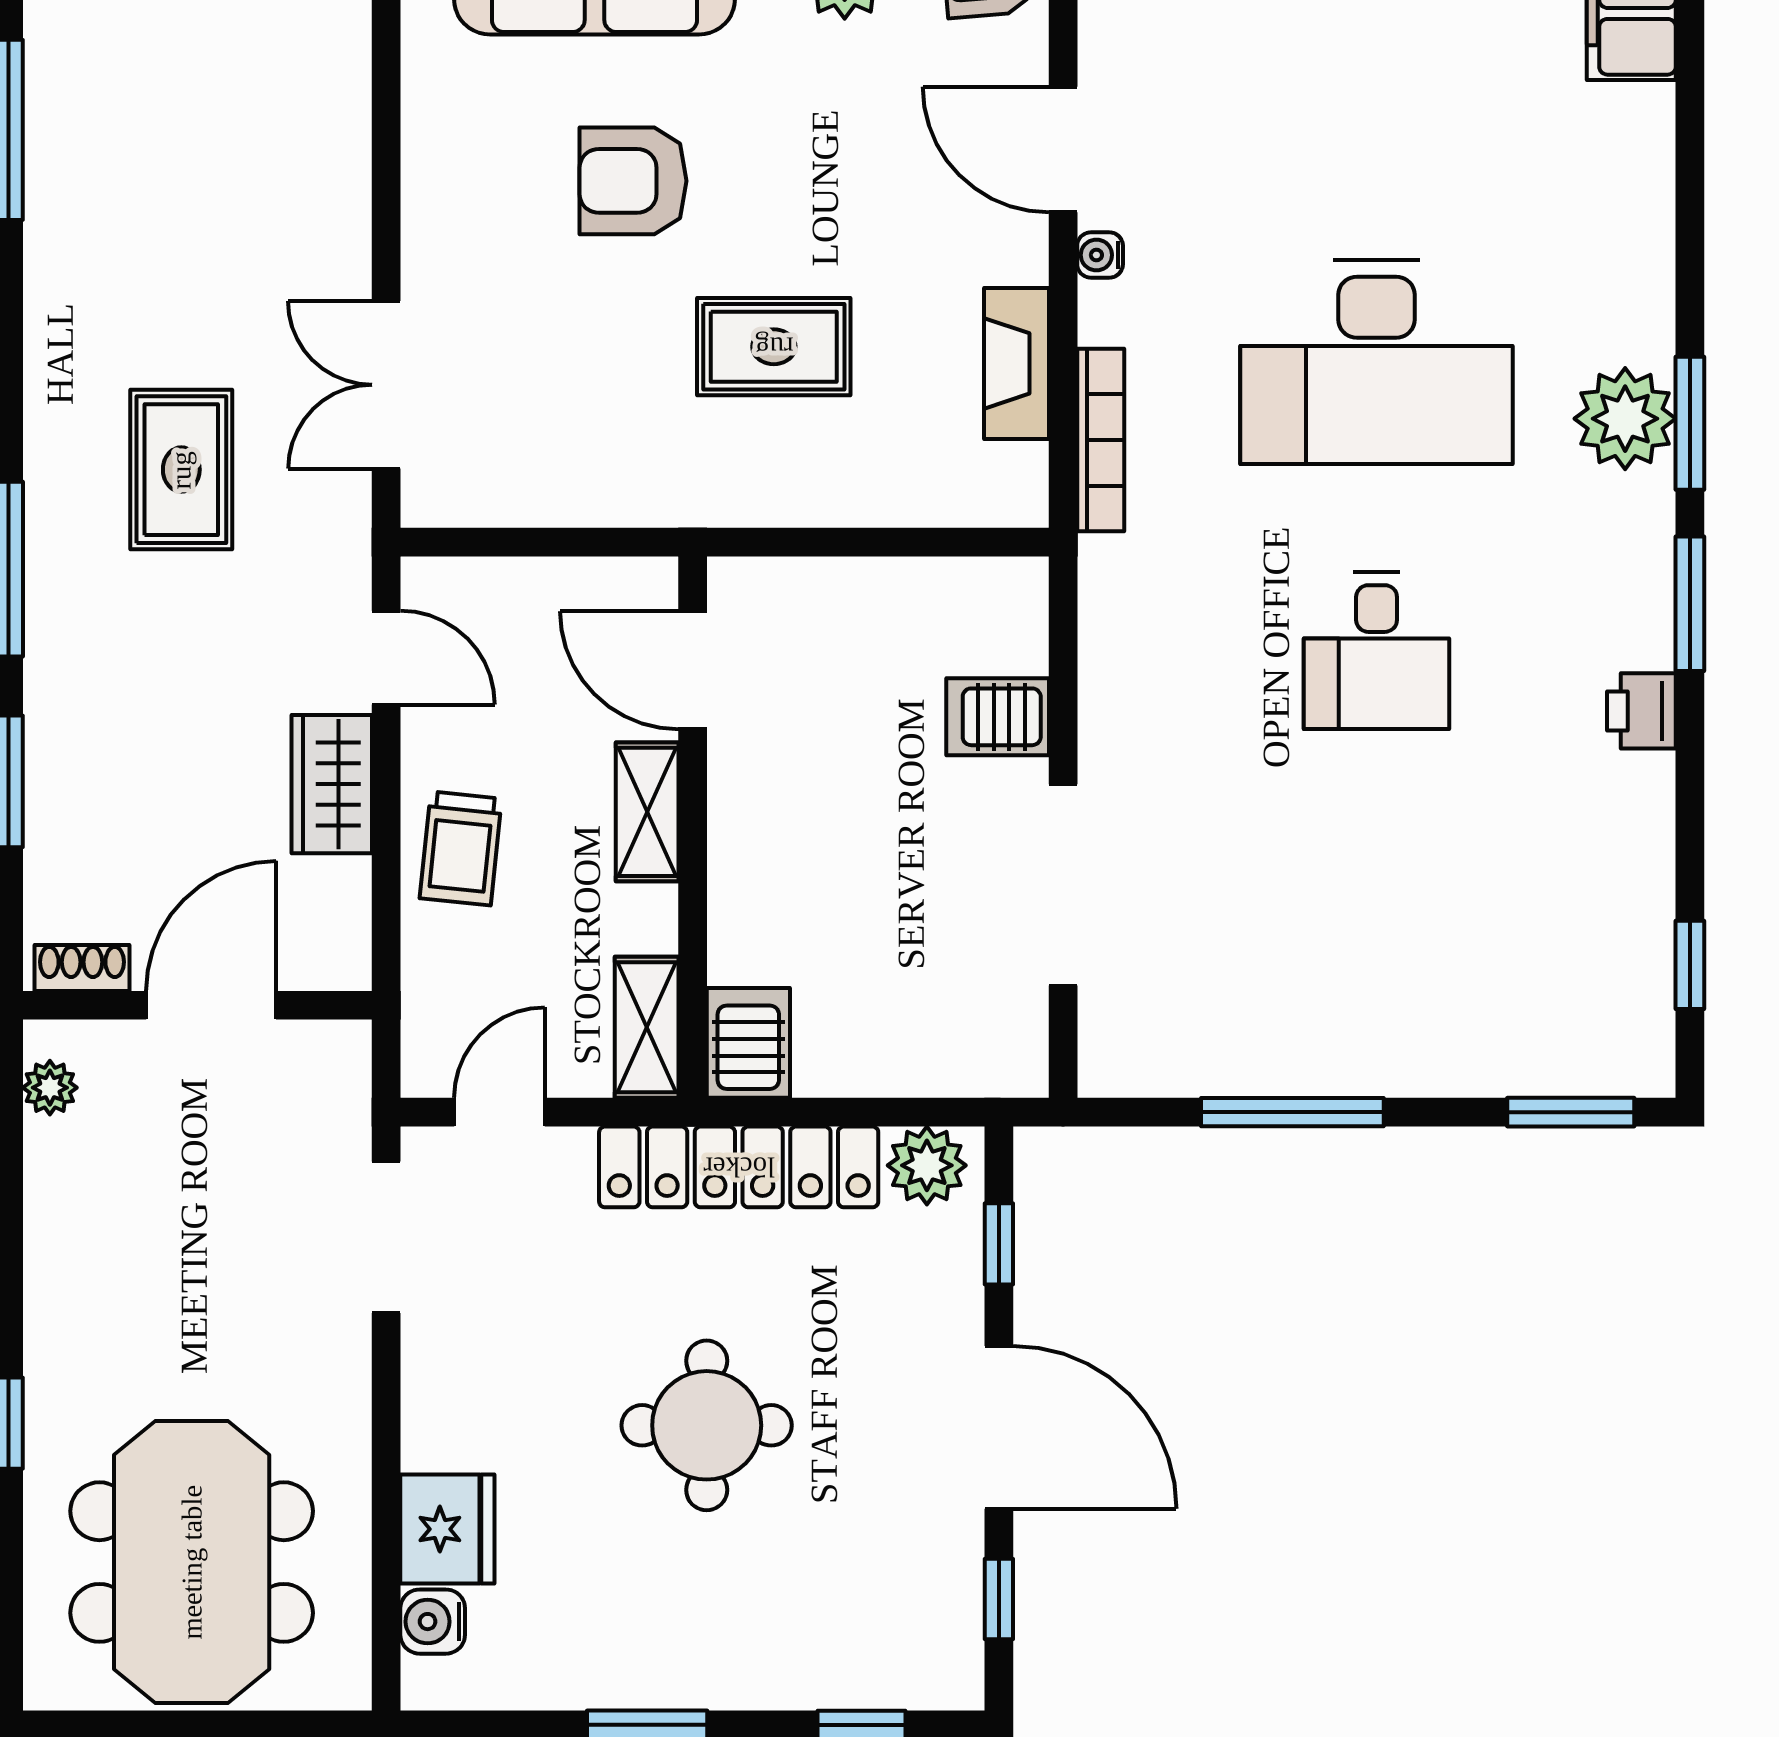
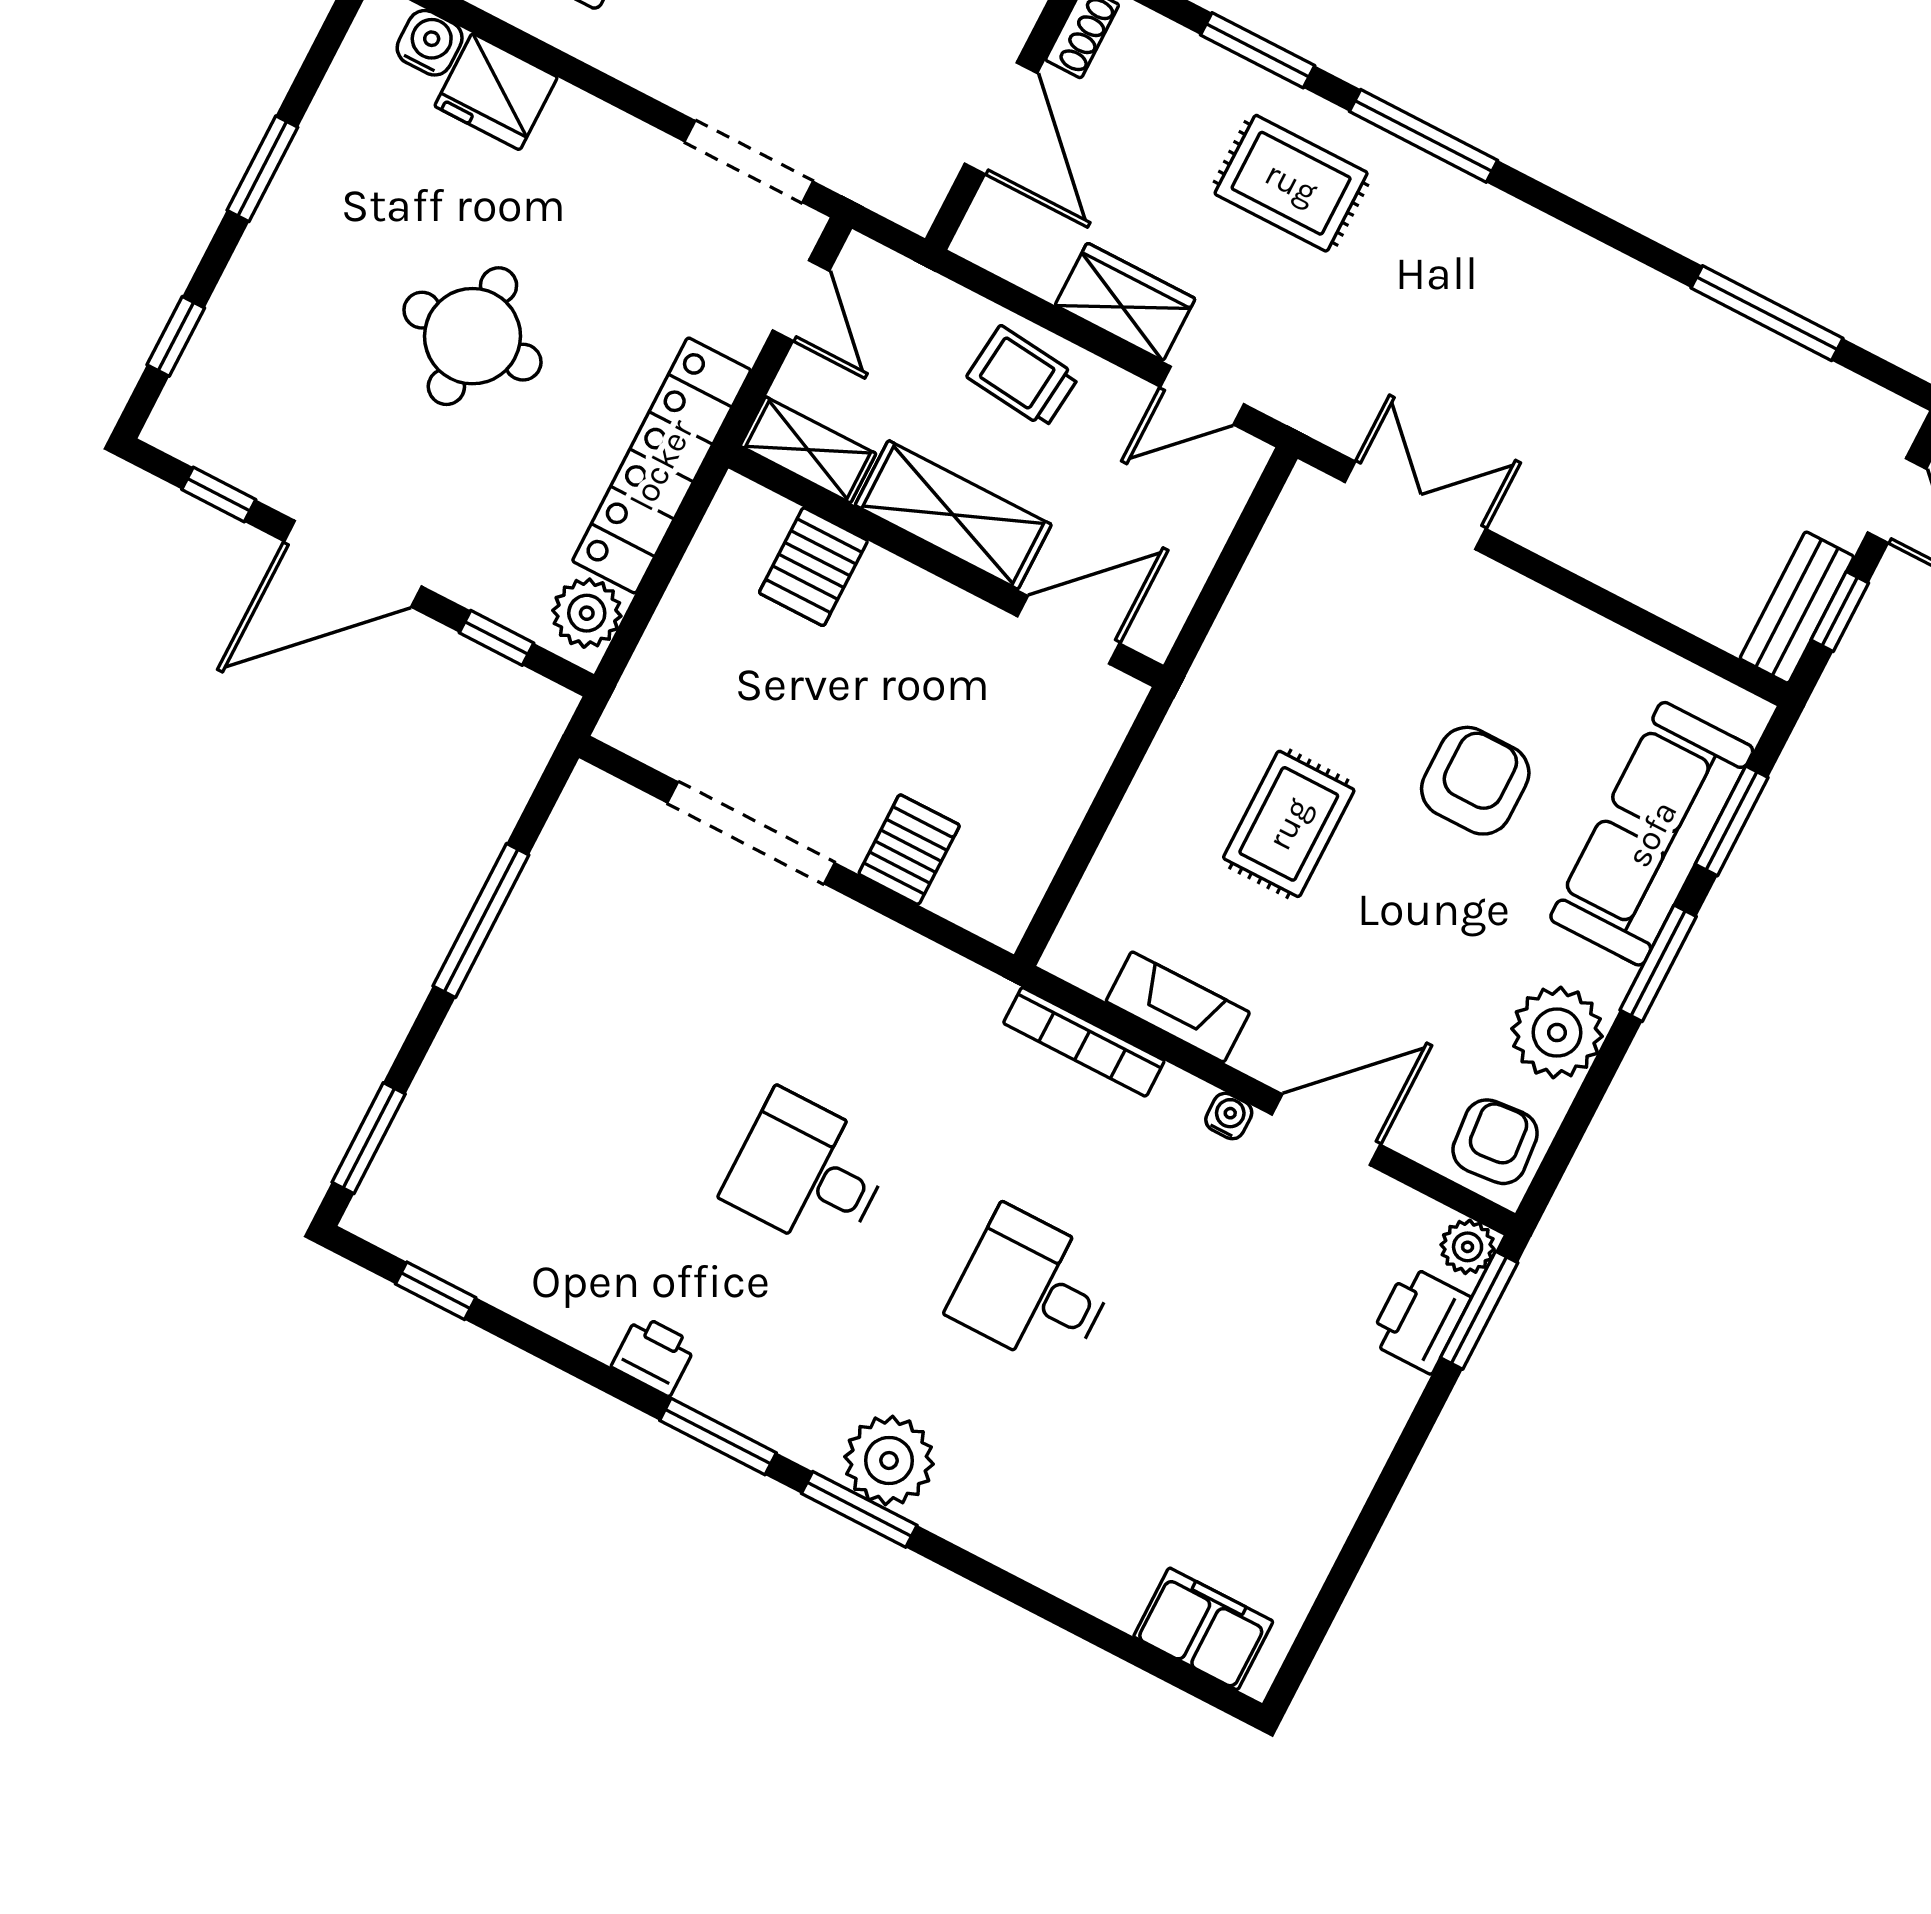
desk: (1377, 362) -> (1033, 1289), width x0.53, depth x0.77
rug: (181, 470) -> (1291, 183), moved
shelving: (647, 812) -> (953, 515), width x1.50, depth x1.33
server rack: (748, 1043) -> (813, 567), moved, turned 90

